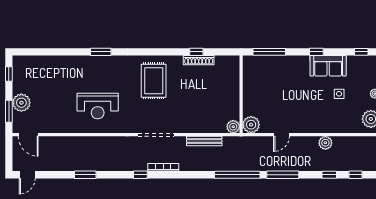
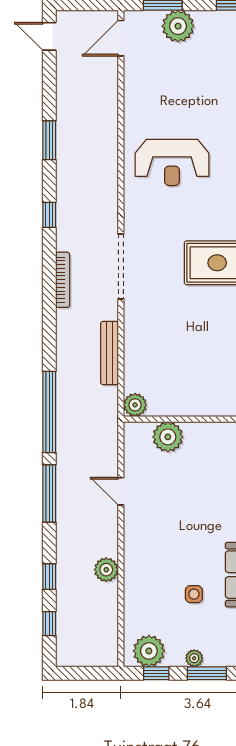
reception desk: (98, 106) -> (172, 162), turned -90
plant: (251, 125) -> (168, 437), moved
window: (140, 175) -> (49, 215), moved

